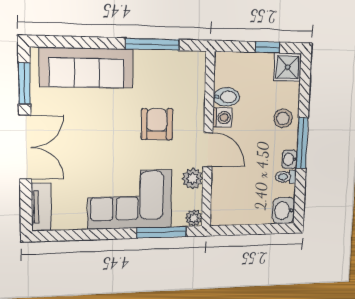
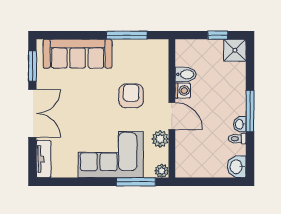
stool: (283, 118) -> (233, 91), removed

